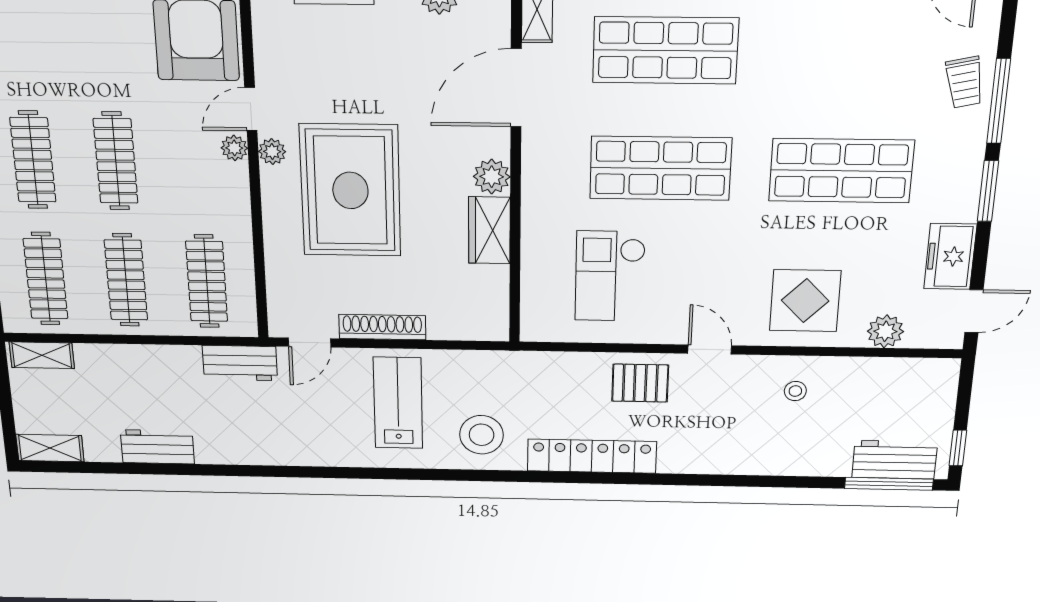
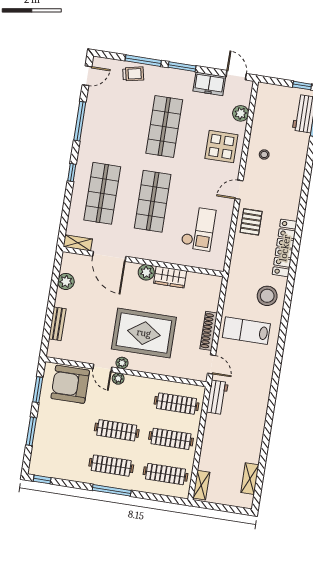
checkout: (610, 276) -> (198, 229), turned -90
workbench: (157, 447) -> (254, 444), removed
shelving: (50, 448) -> (250, 479), moved

